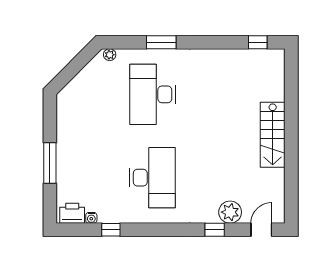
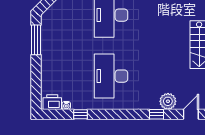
window: (50, 163) -> (36, 40), moved
desk: (153, 178) -> (111, 76), turned 180

